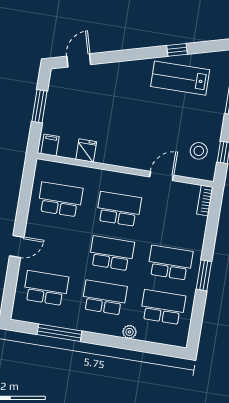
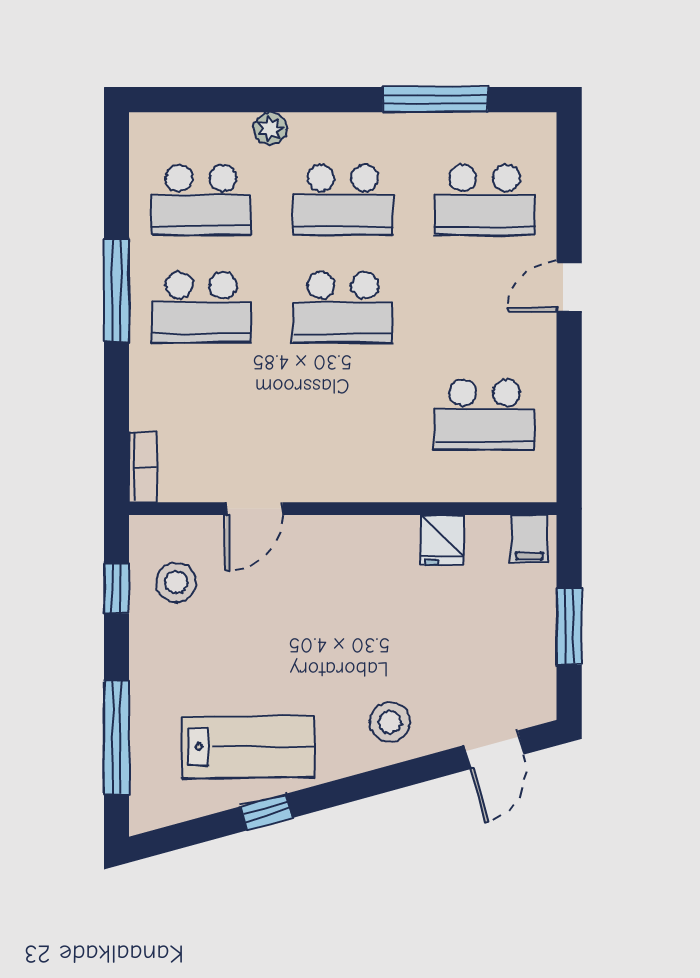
stool: (120, 79) -> (390, 722), added
school desk: (119, 209) -> (343, 415), removed
window: (204, 275) -> (116, 290), width x1.44

